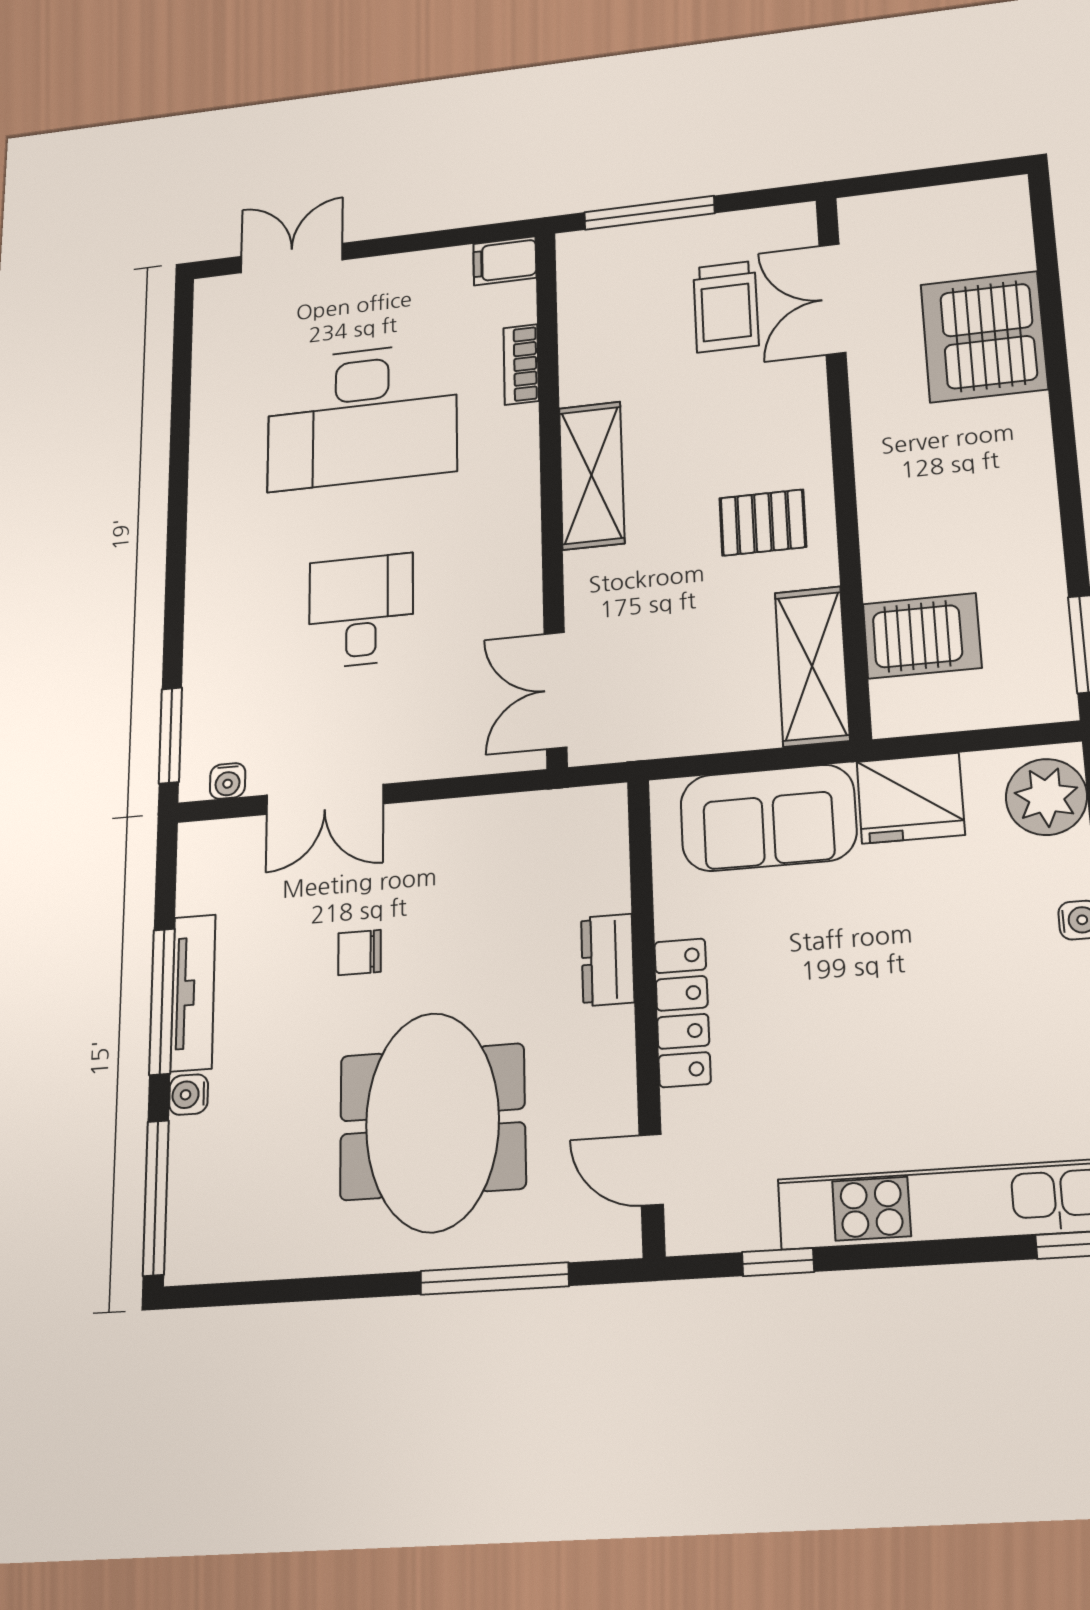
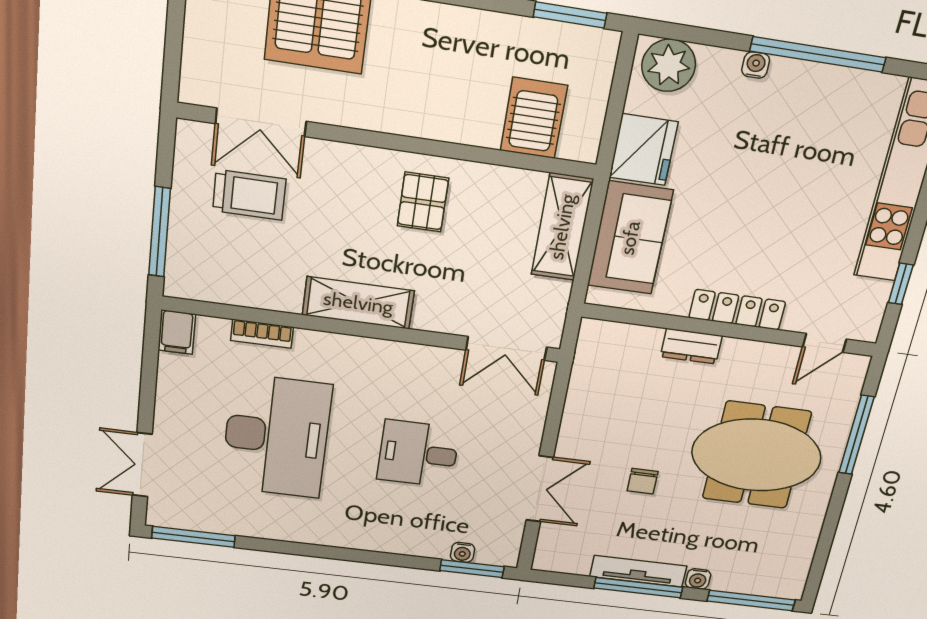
window: (183, 344) -> (194, 537), added
shelving: (812, 666) -> (562, 227), moved, turned 90
water cooler: (228, 781) -> (463, 552), moved, turned 90

